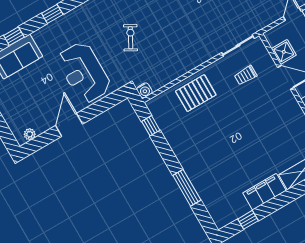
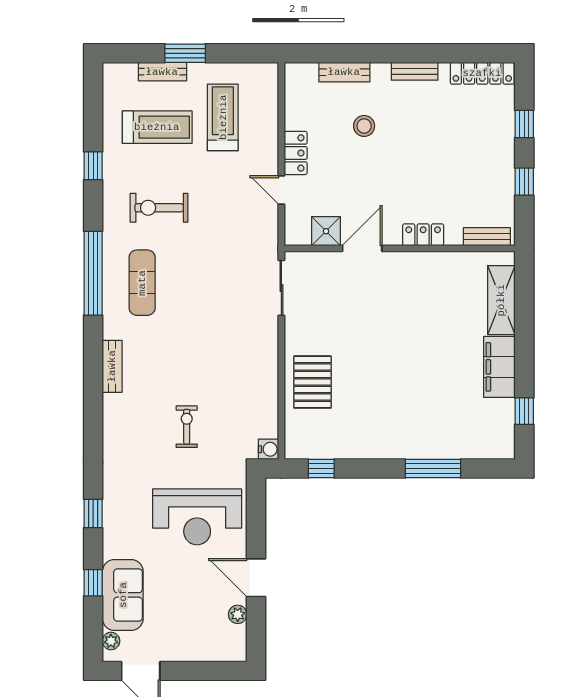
exercise bike: (131, 38) -> (187, 427), turned 61
trolley: (246, 75) -> (328, 301), removed
plant: (30, 134) -> (238, 614), moved

